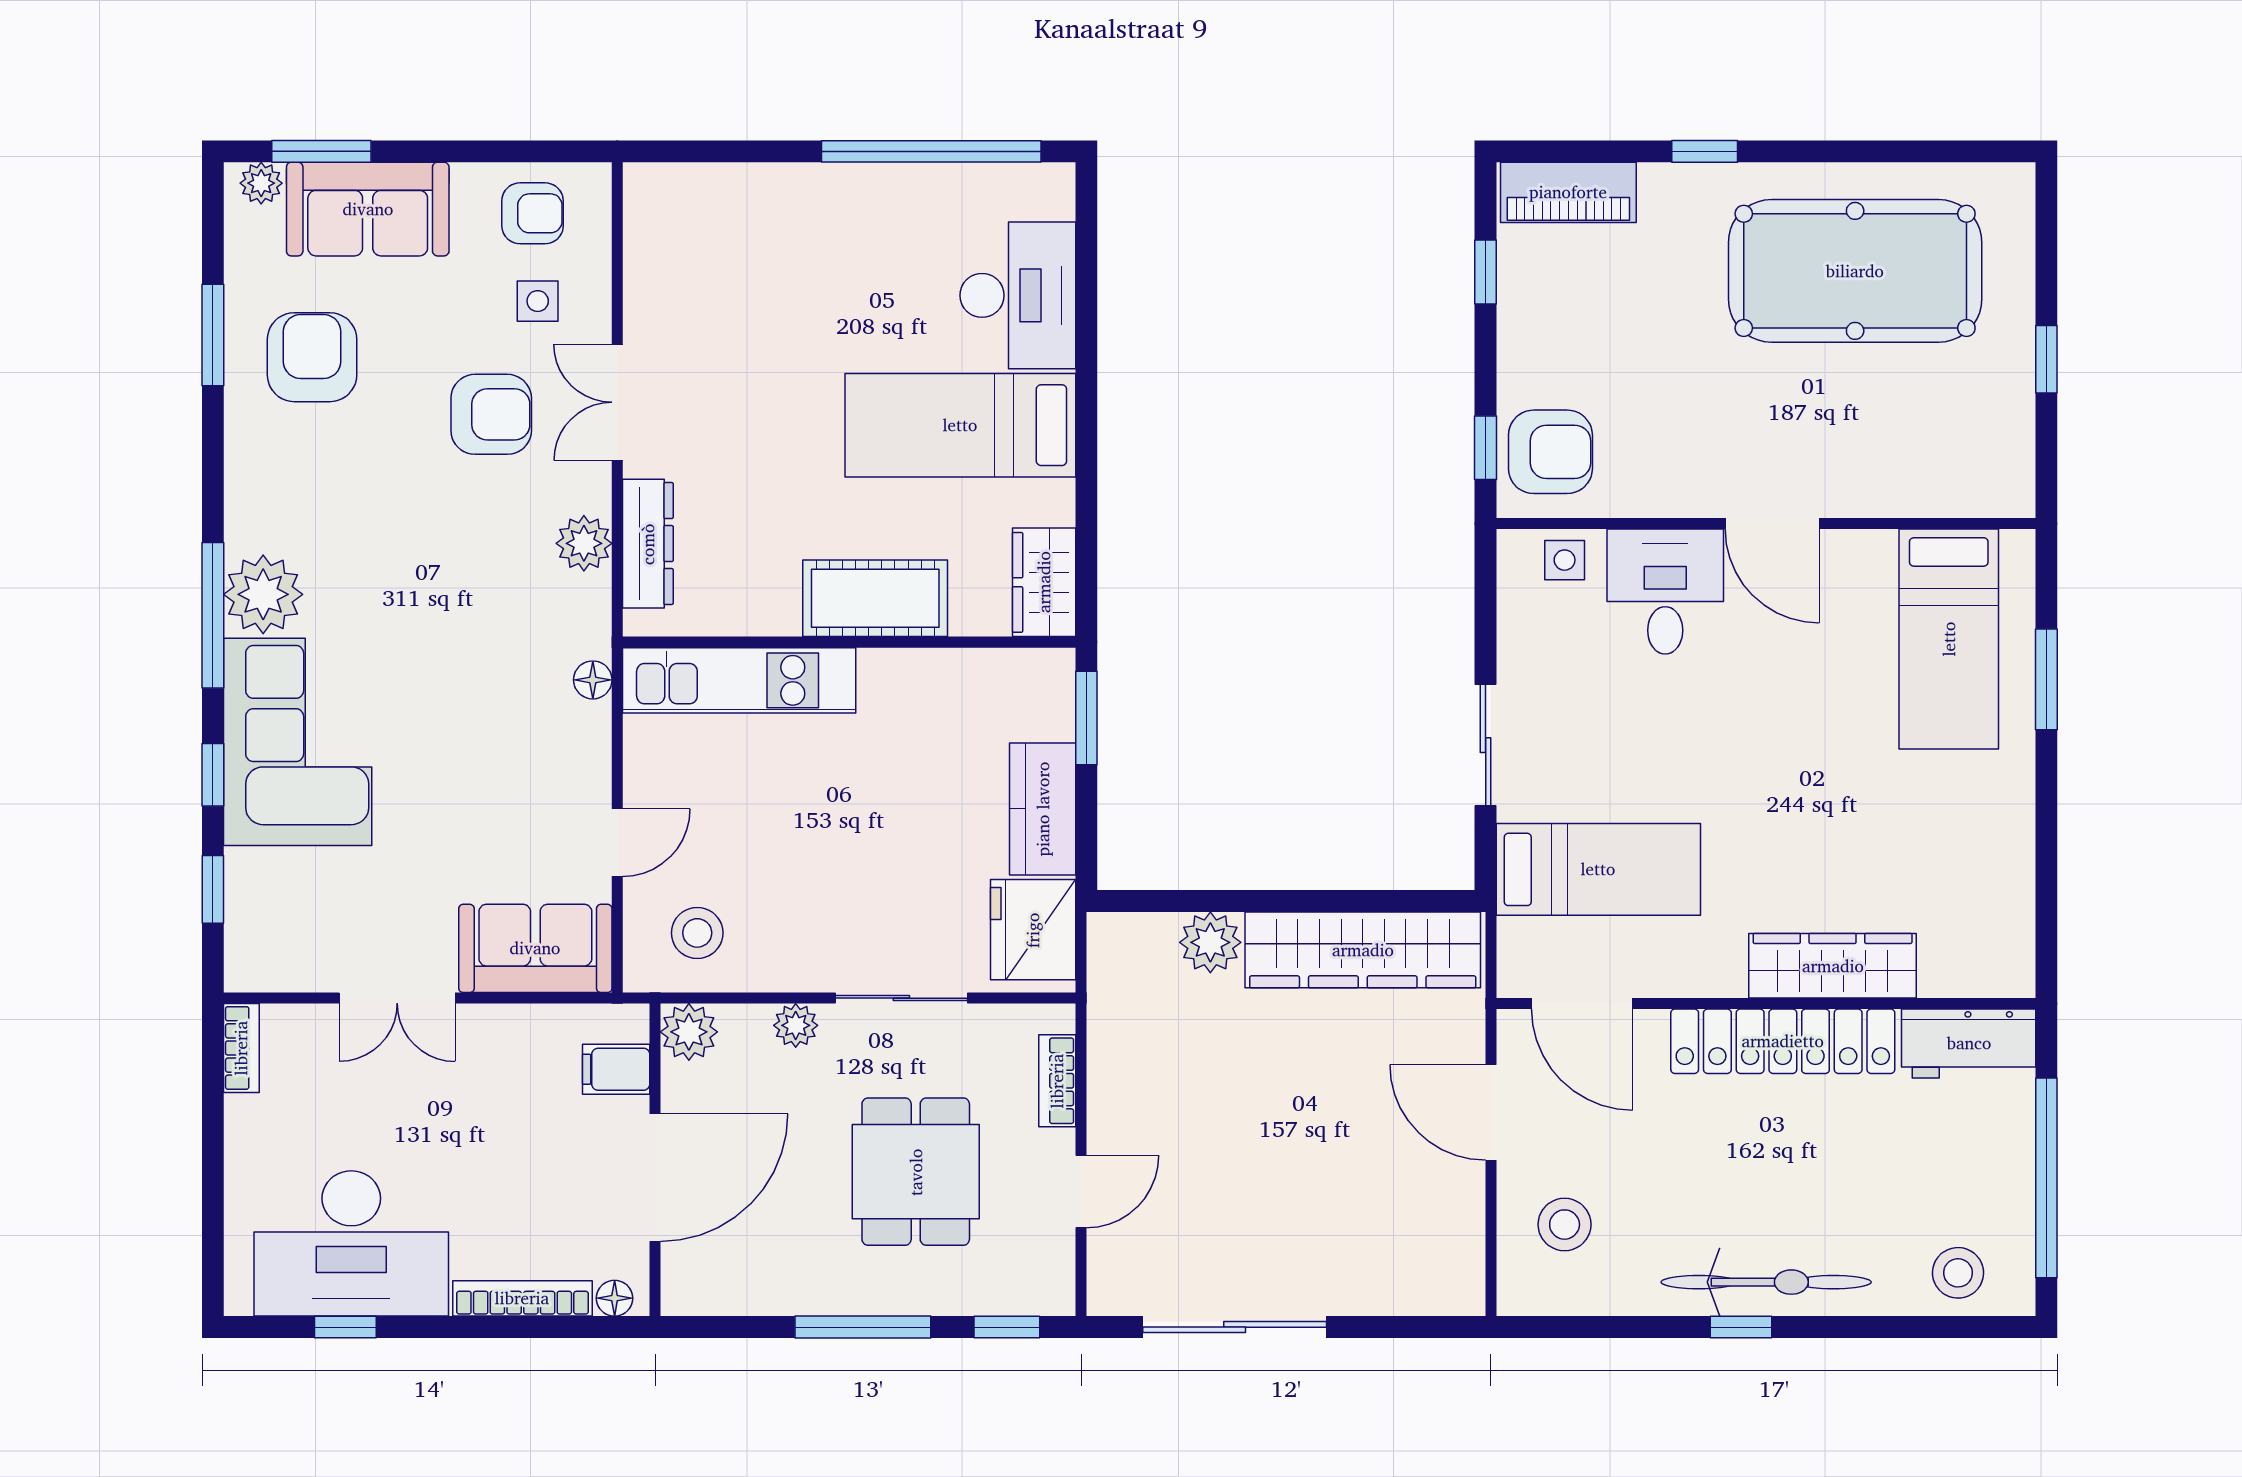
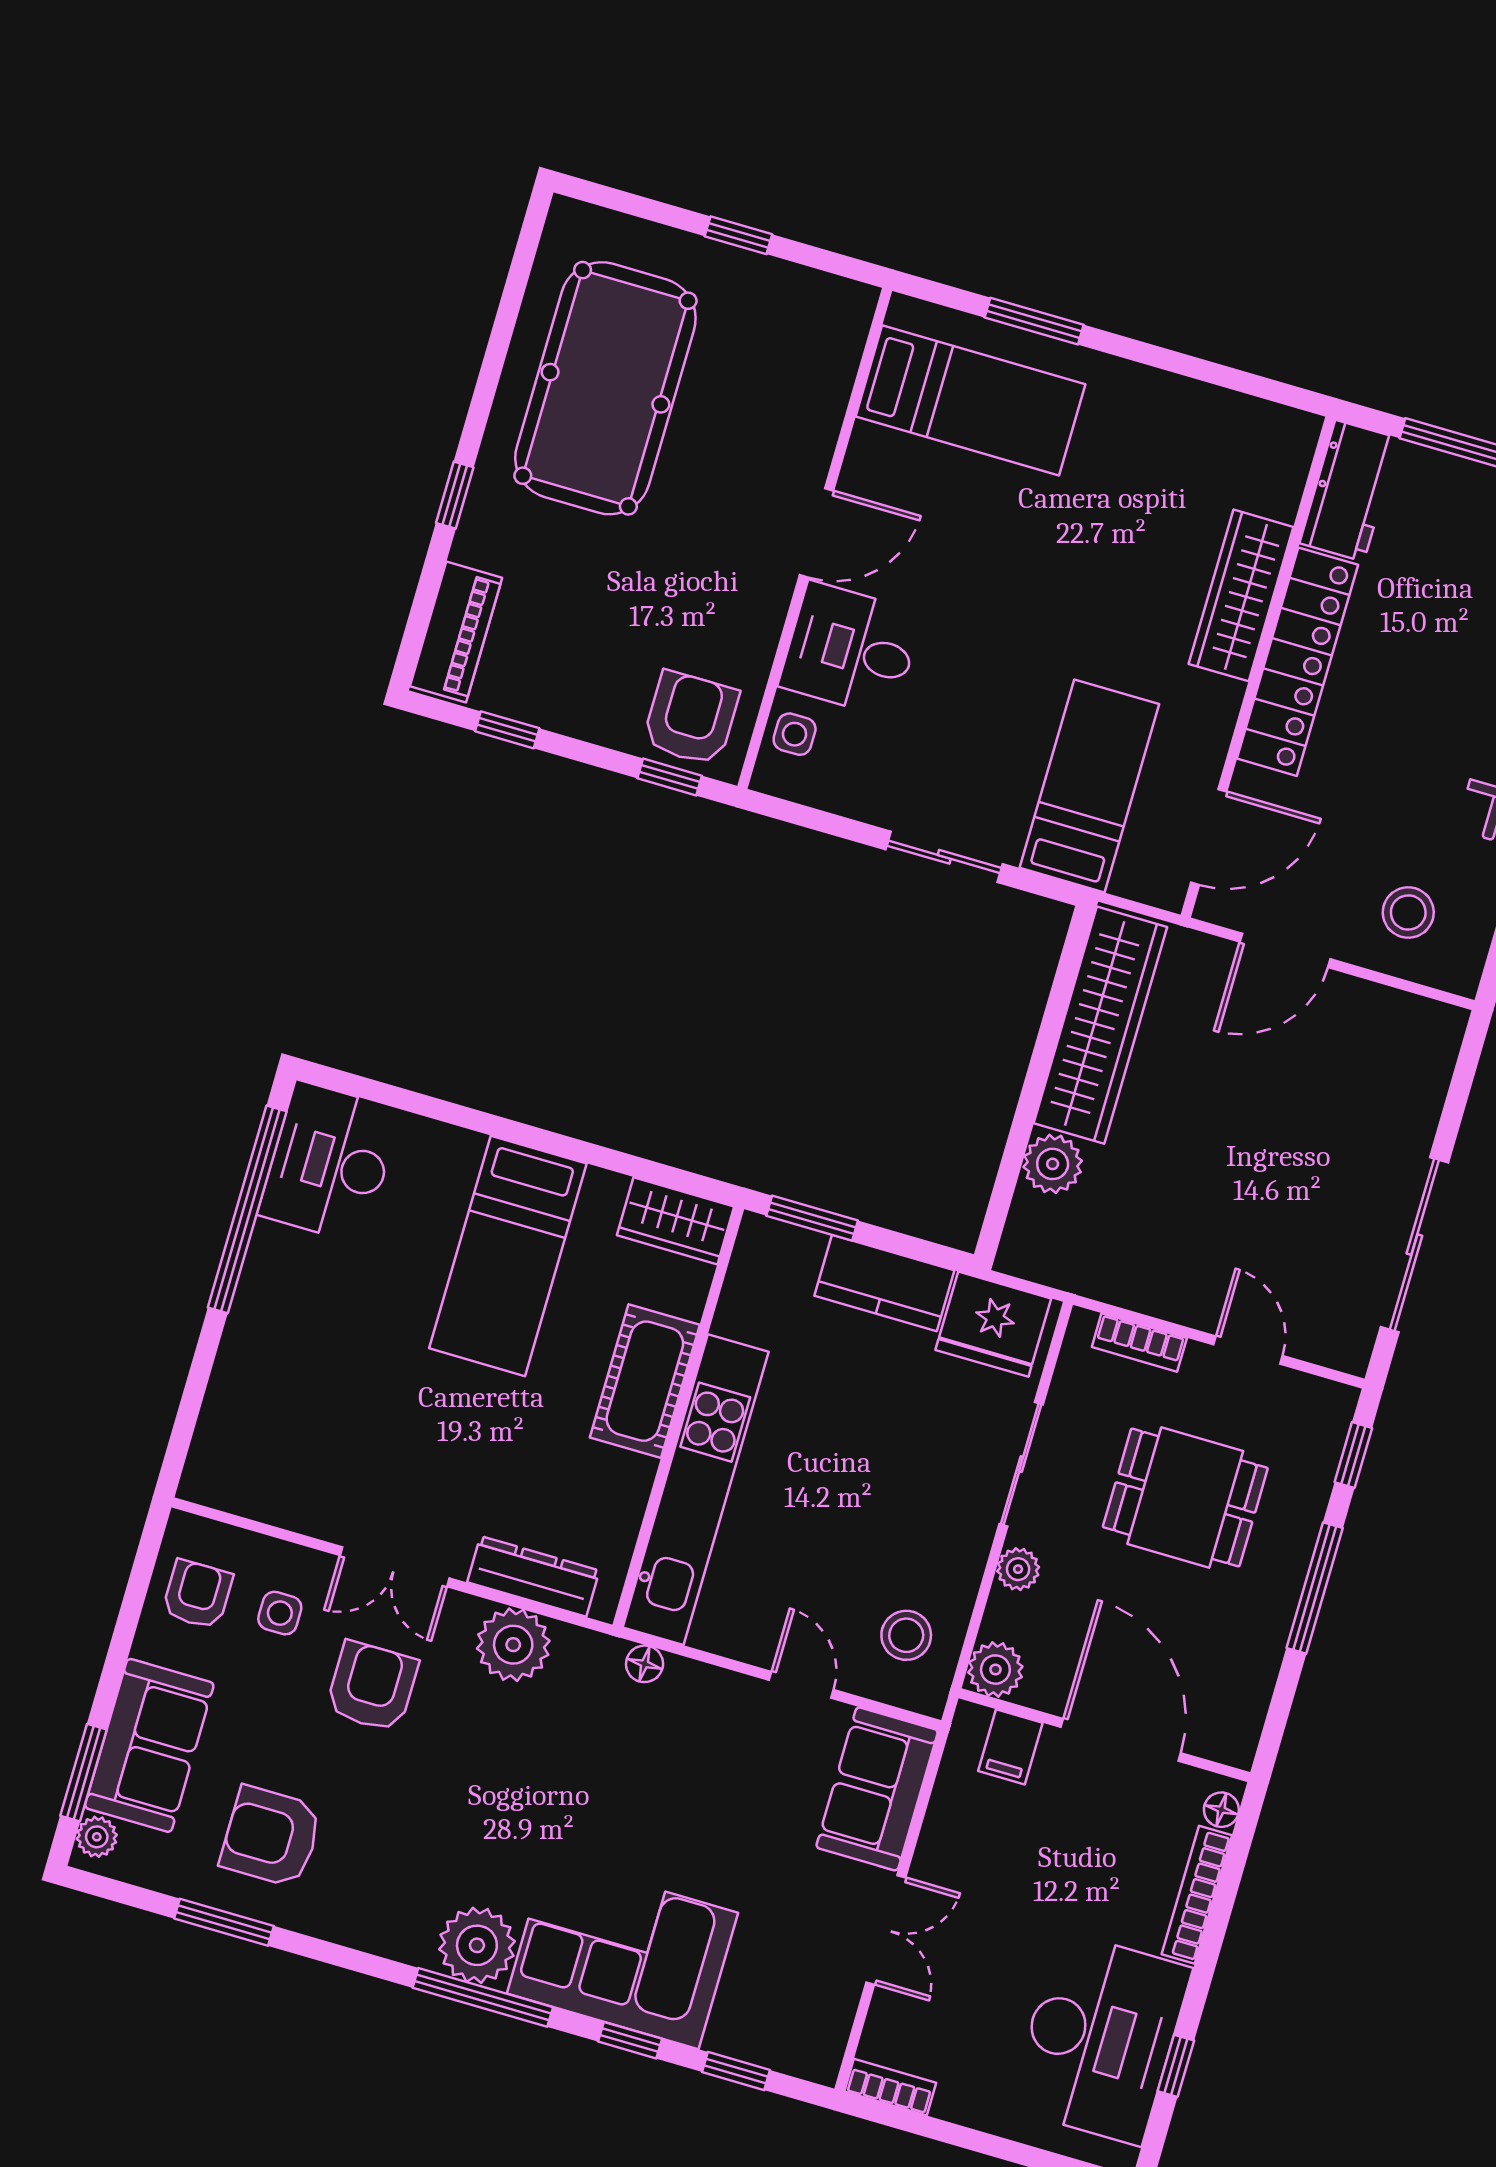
desk: (1018, 295) -> (330, 1162), moved, turned -90
plant: (584, 543) -> (513, 1645), width x1.36, depth x1.36
kitchen unit: (739, 680) -> (696, 1490), width x1.36

